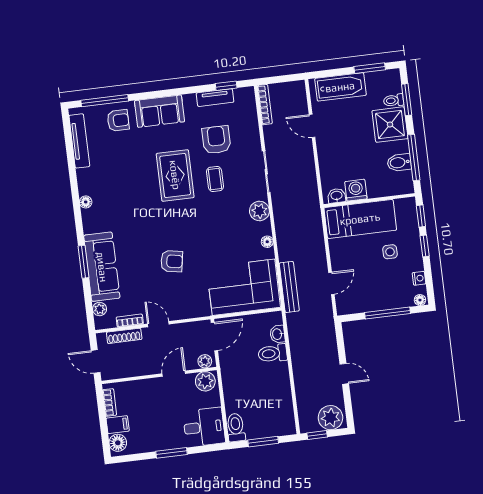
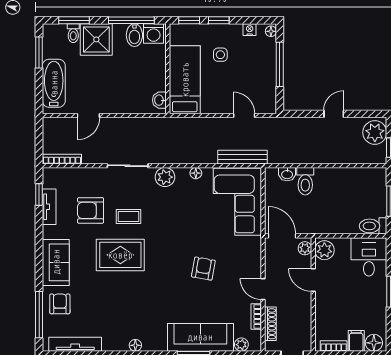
washing machine: (356, 190) -> (154, 33), moved, turned -90
door: (158, 324) -> (263, 289), hinge flipped

